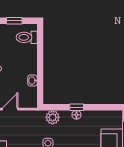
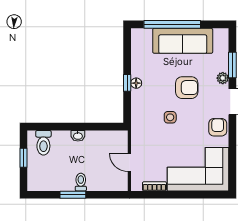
washbasin: (32, 81) -> (78, 136), moved
plant: (53, 117) -> (139, 112), removed

